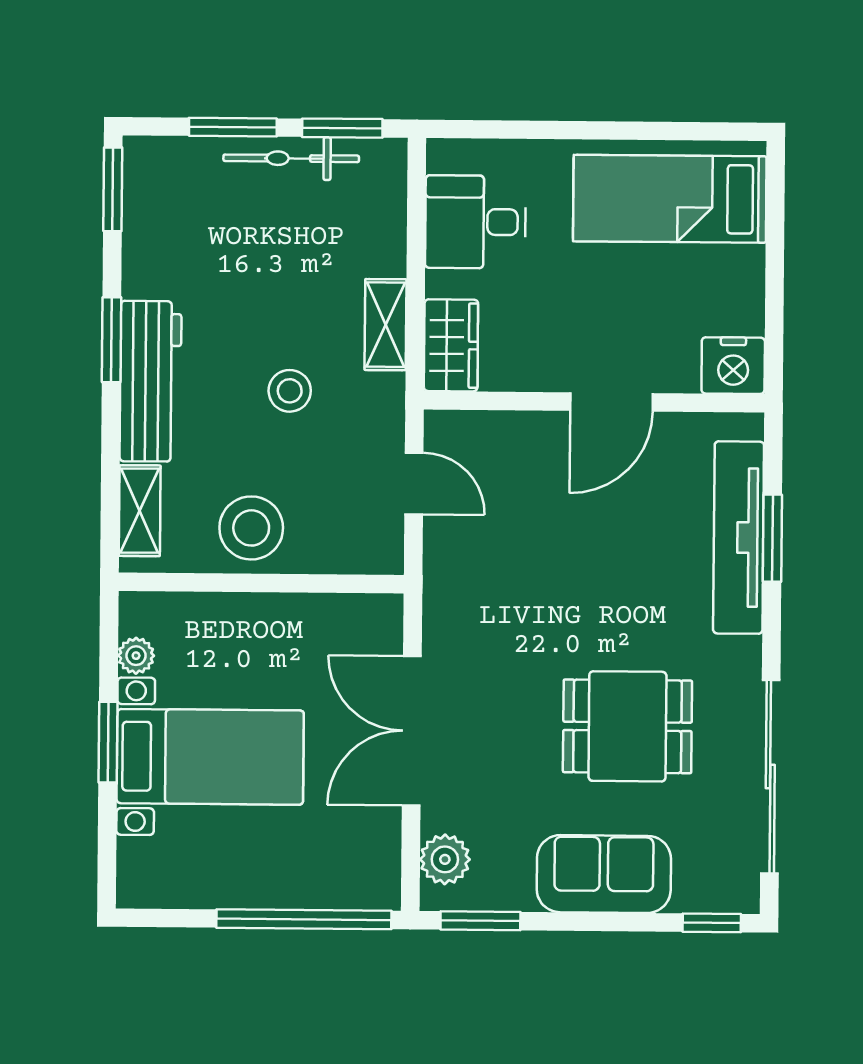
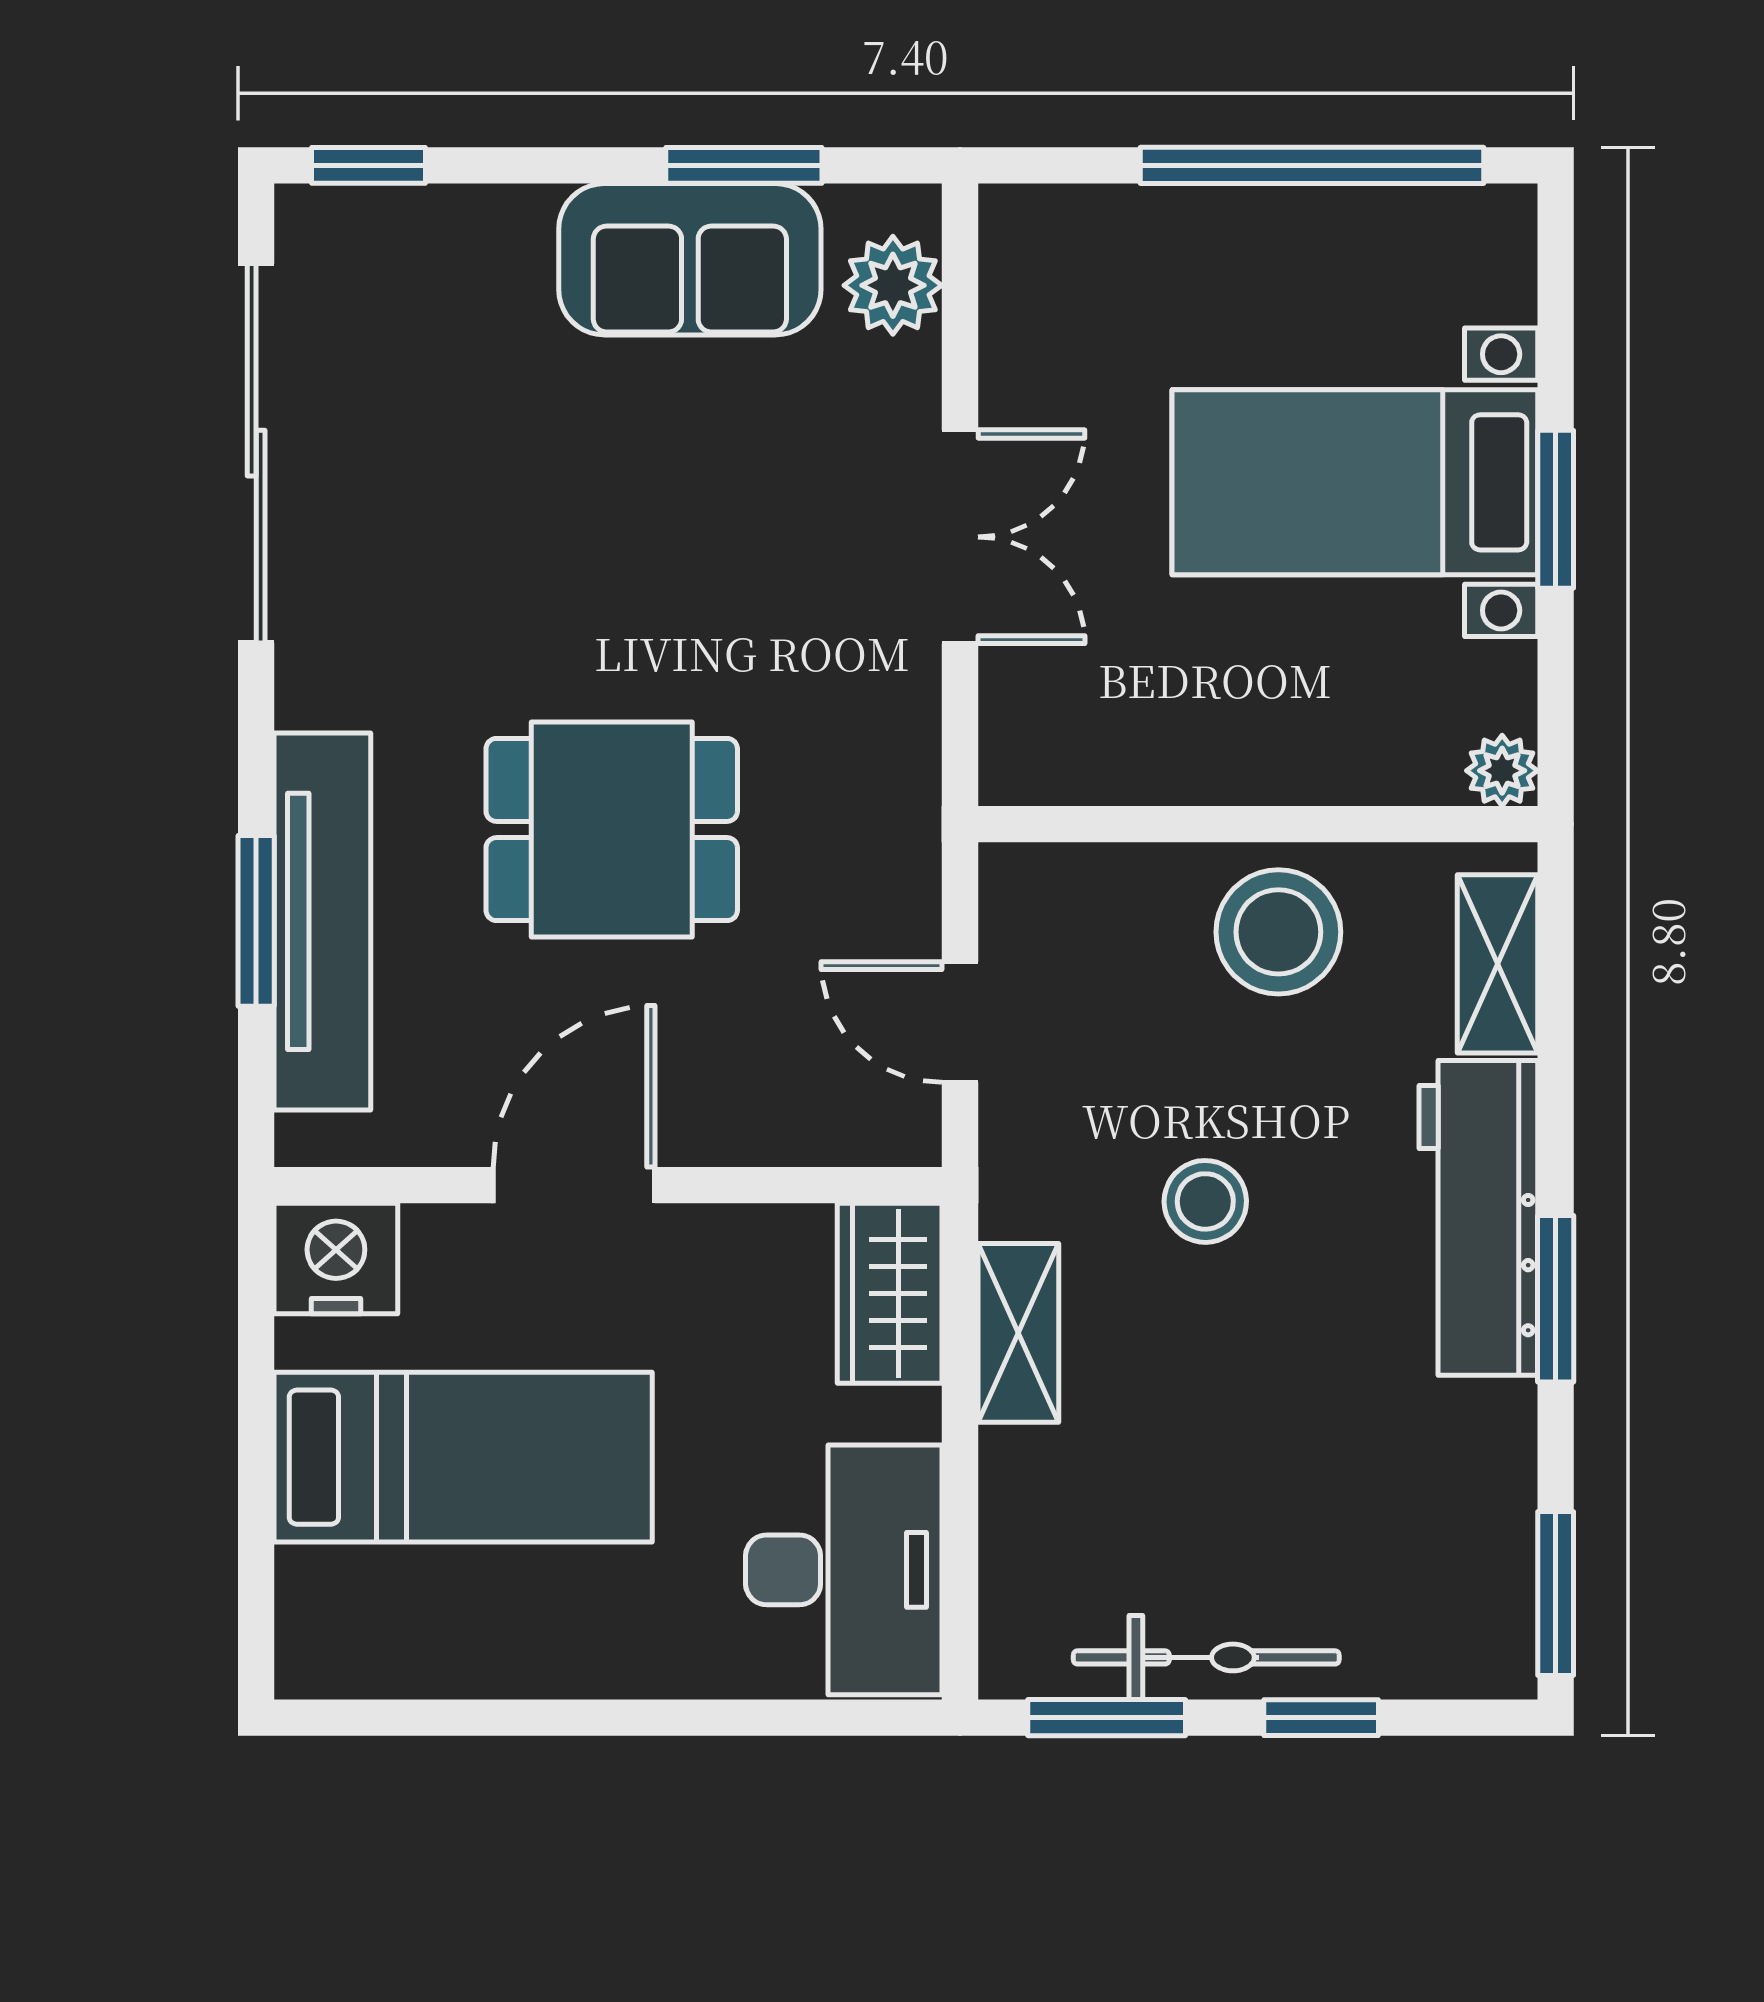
window: (233, 127) -> (1321, 1718), width x0.67
bed: (670, 199) -> (463, 1457), moved
desk: (475, 222) -> (844, 1570), width x1.37
plant: (136, 656) -> (1502, 771), moved
dining table: (627, 726) -> (612, 830), moved
double door: (412, 731) -> (960, 537), width x0.73
sofa: (604, 874) -> (690, 259), moved
window: (304, 919) -> (1312, 165), moved
window: (480, 921) -> (744, 165), moved

